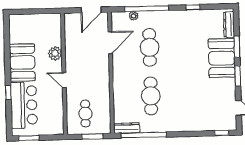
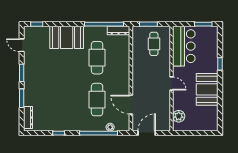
door: (110, 43) -> (131, 105), hinge flipped
plant: (55, 53) -> (179, 116), moved
booth: (222, 58) -> (67, 37), moved, turned 90
door: (64, 80) -> (171, 83), moved
bar counter: (24, 105) -> (184, 46), moved, turned 180

